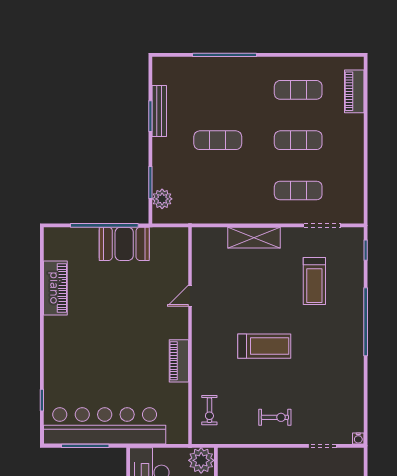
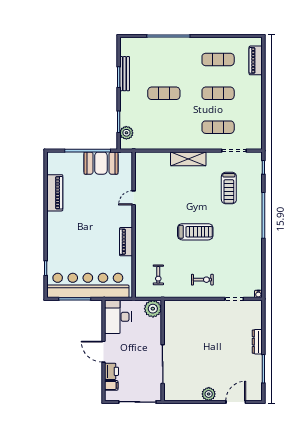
door: (190, 296) -> (134, 198), moved
wall: (190, 336) -> (134, 225), moved
piano: (179, 361) -> (126, 242), moved

